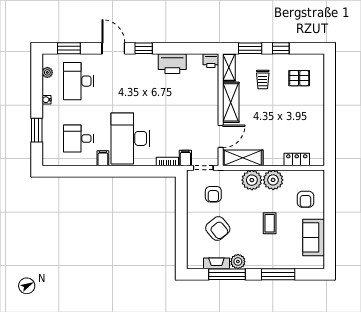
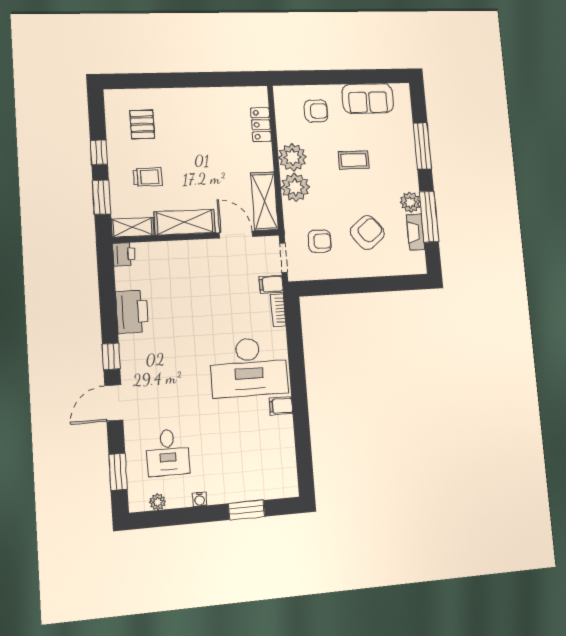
desk: (78, 81) -> (168, 452), width x0.73
desk: (78, 138) -> (254, 445), removed

